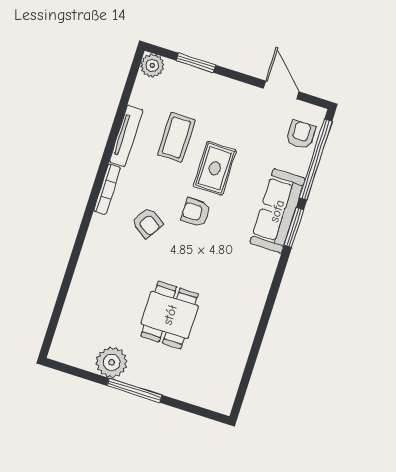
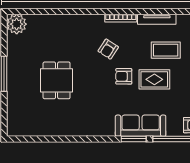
armchair: (196, 212) -> (124, 76), turned -90
dining table: (170, 315) -> (57, 80), turned 90
plant: (112, 362) -> (17, 24), moved

